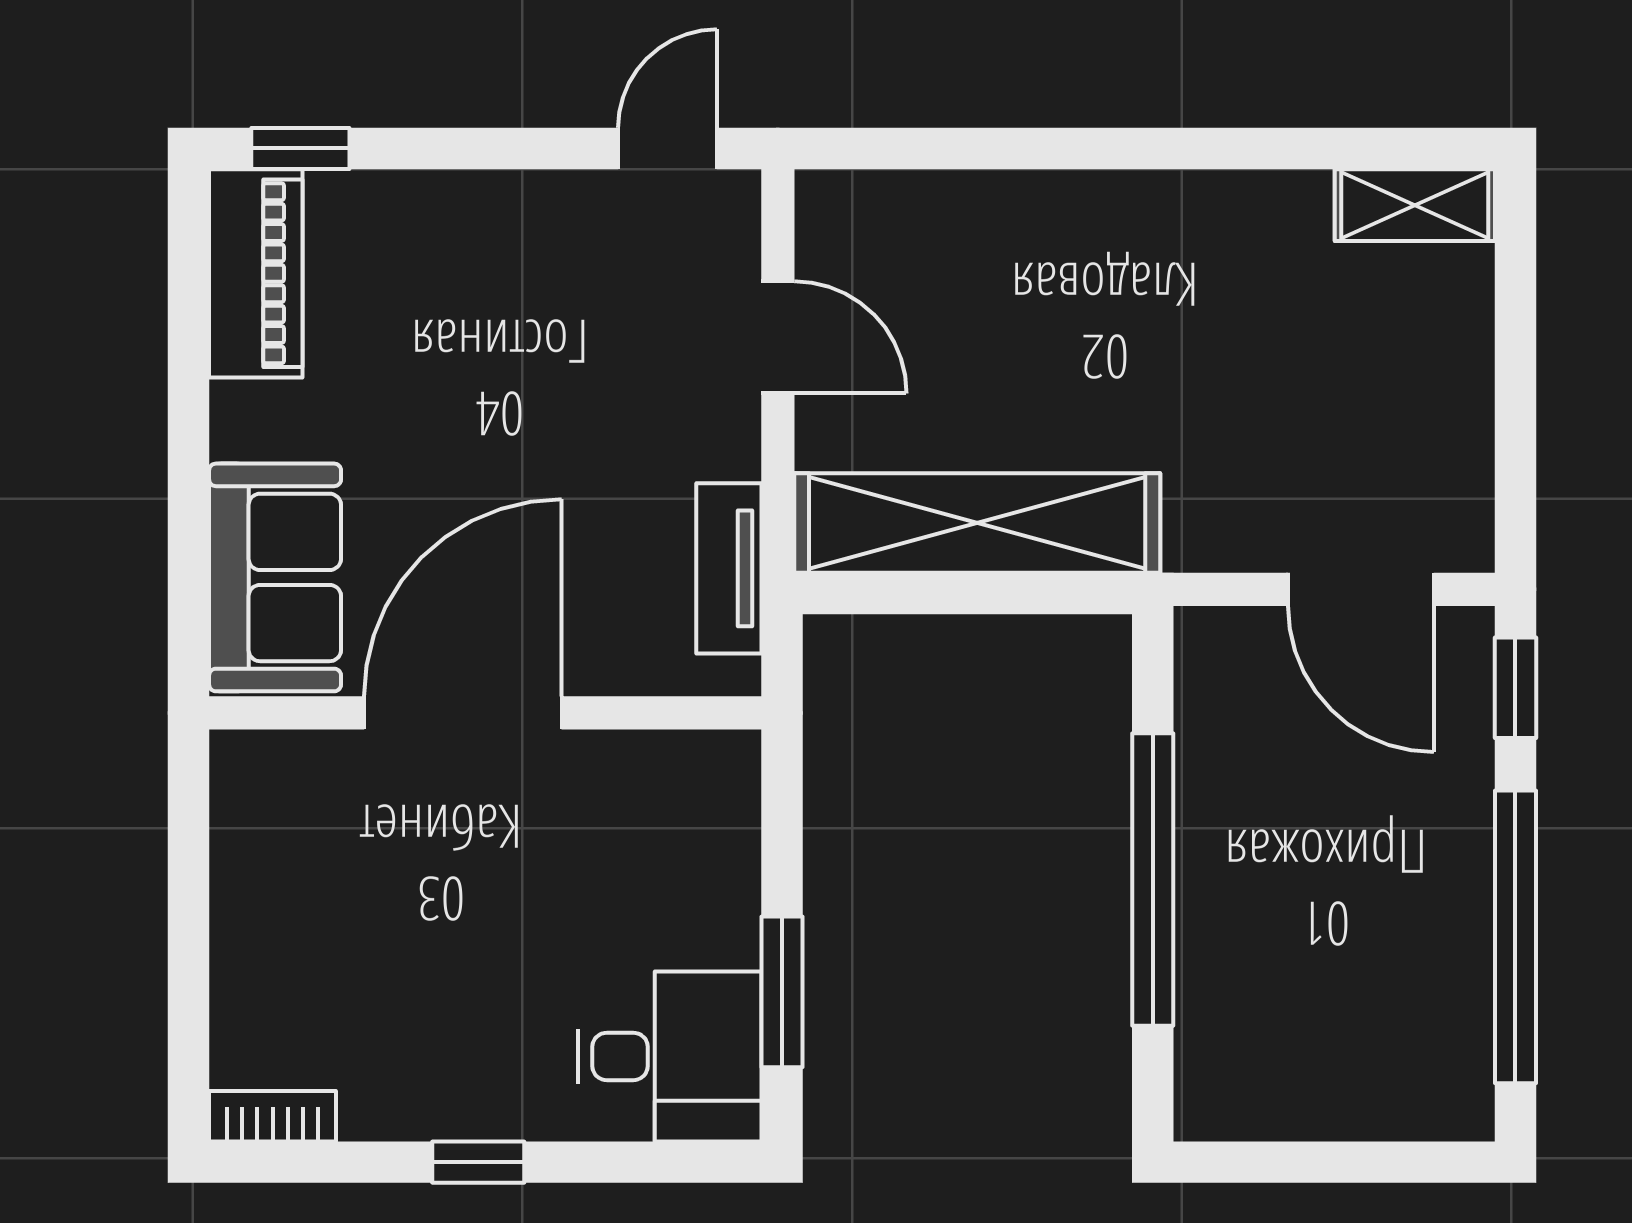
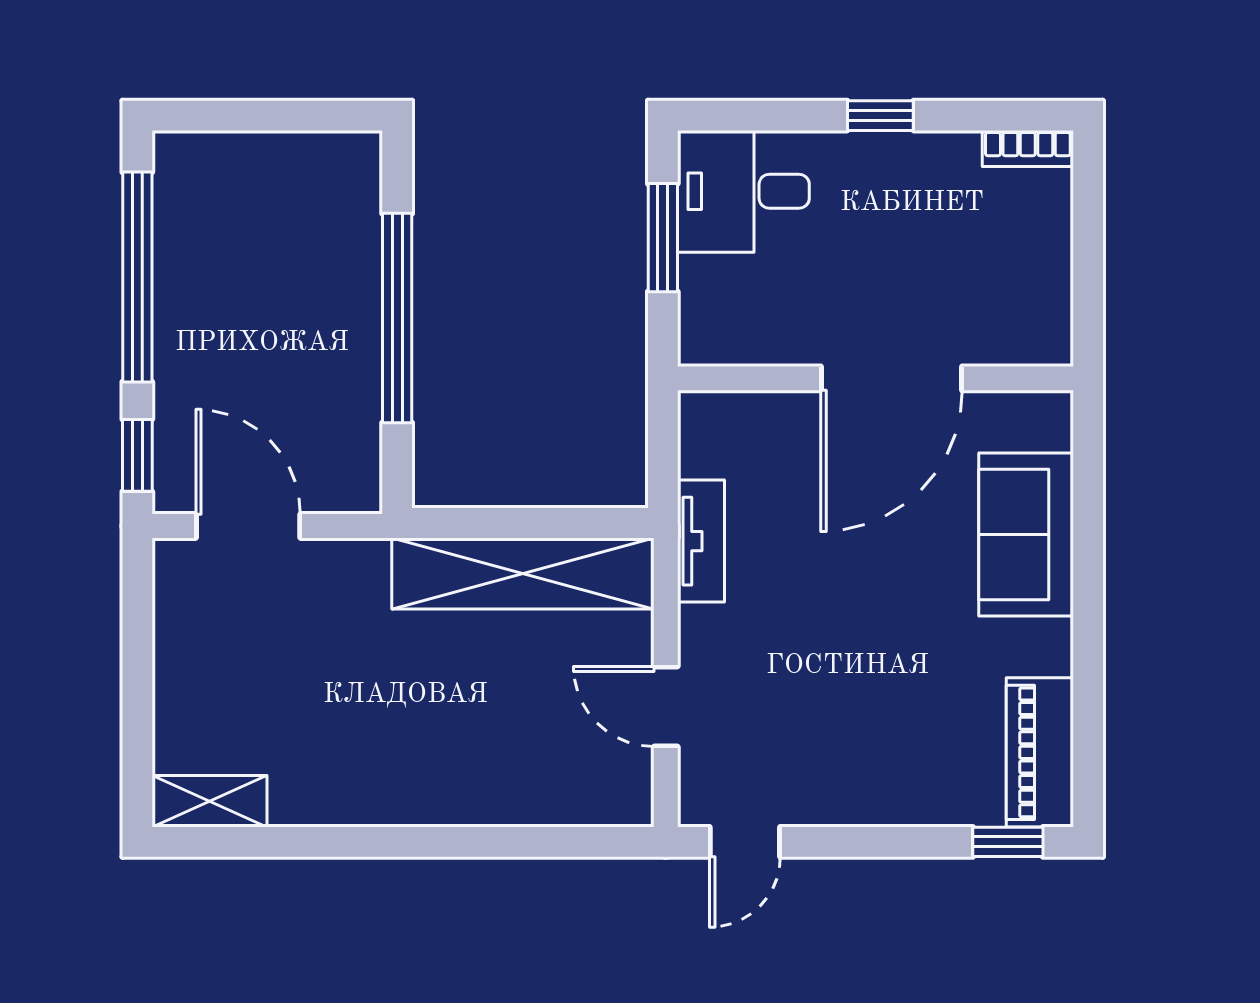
door: (463, 713) -> (892, 378), moved
wall: (485, 713) -> (875, 378), moved

